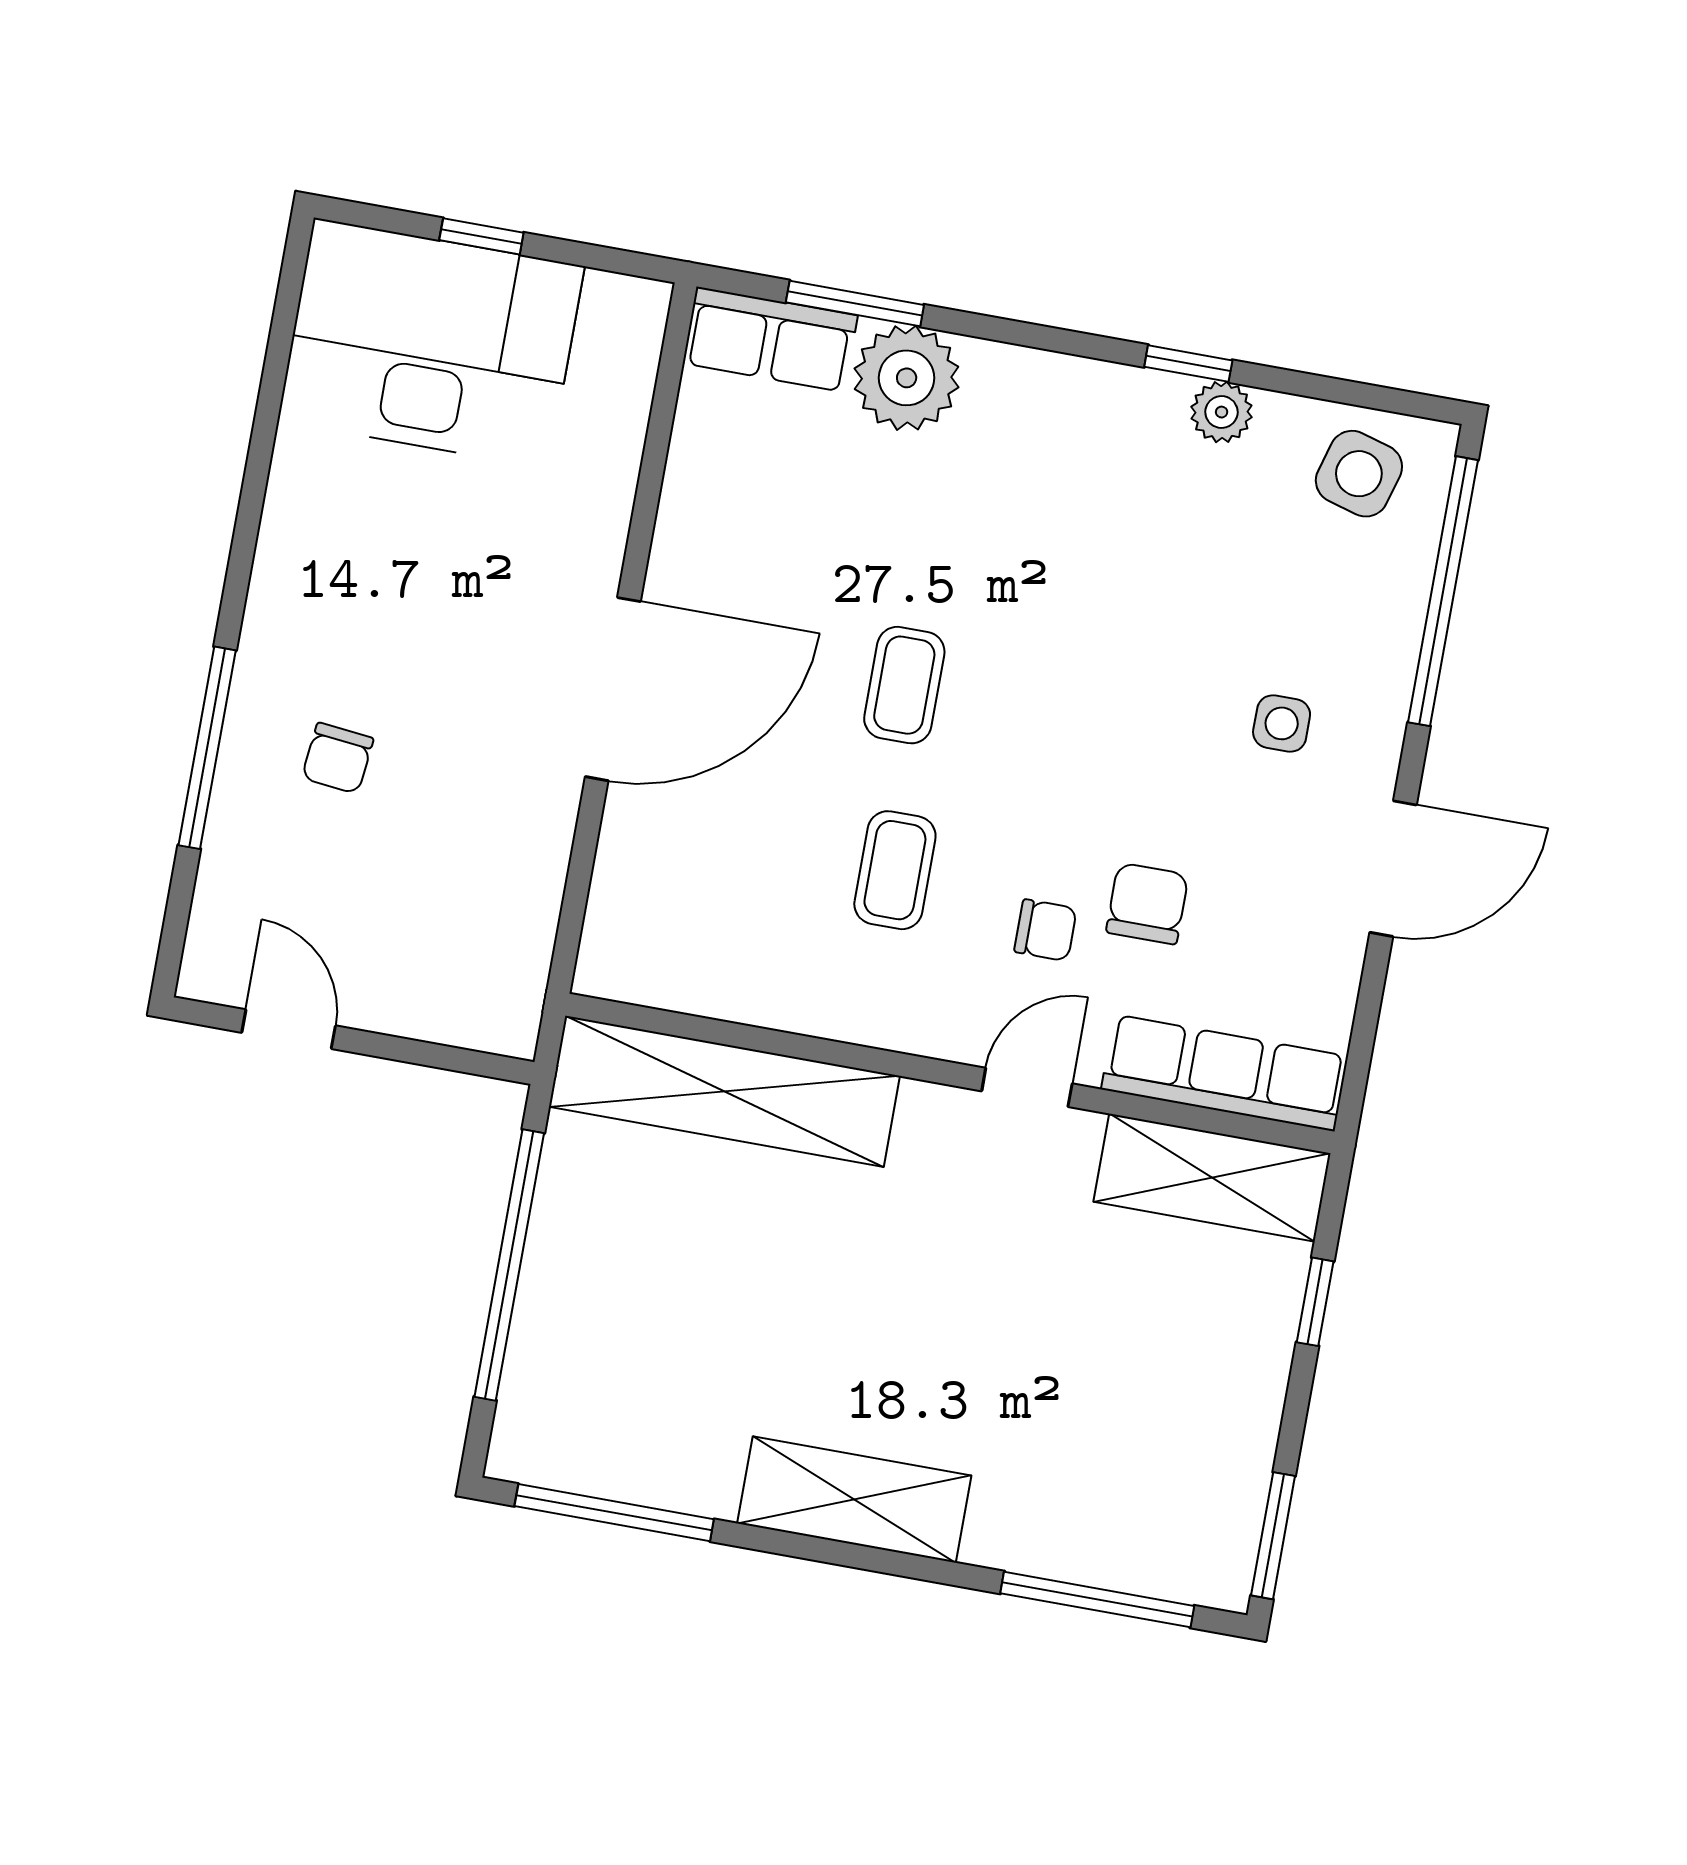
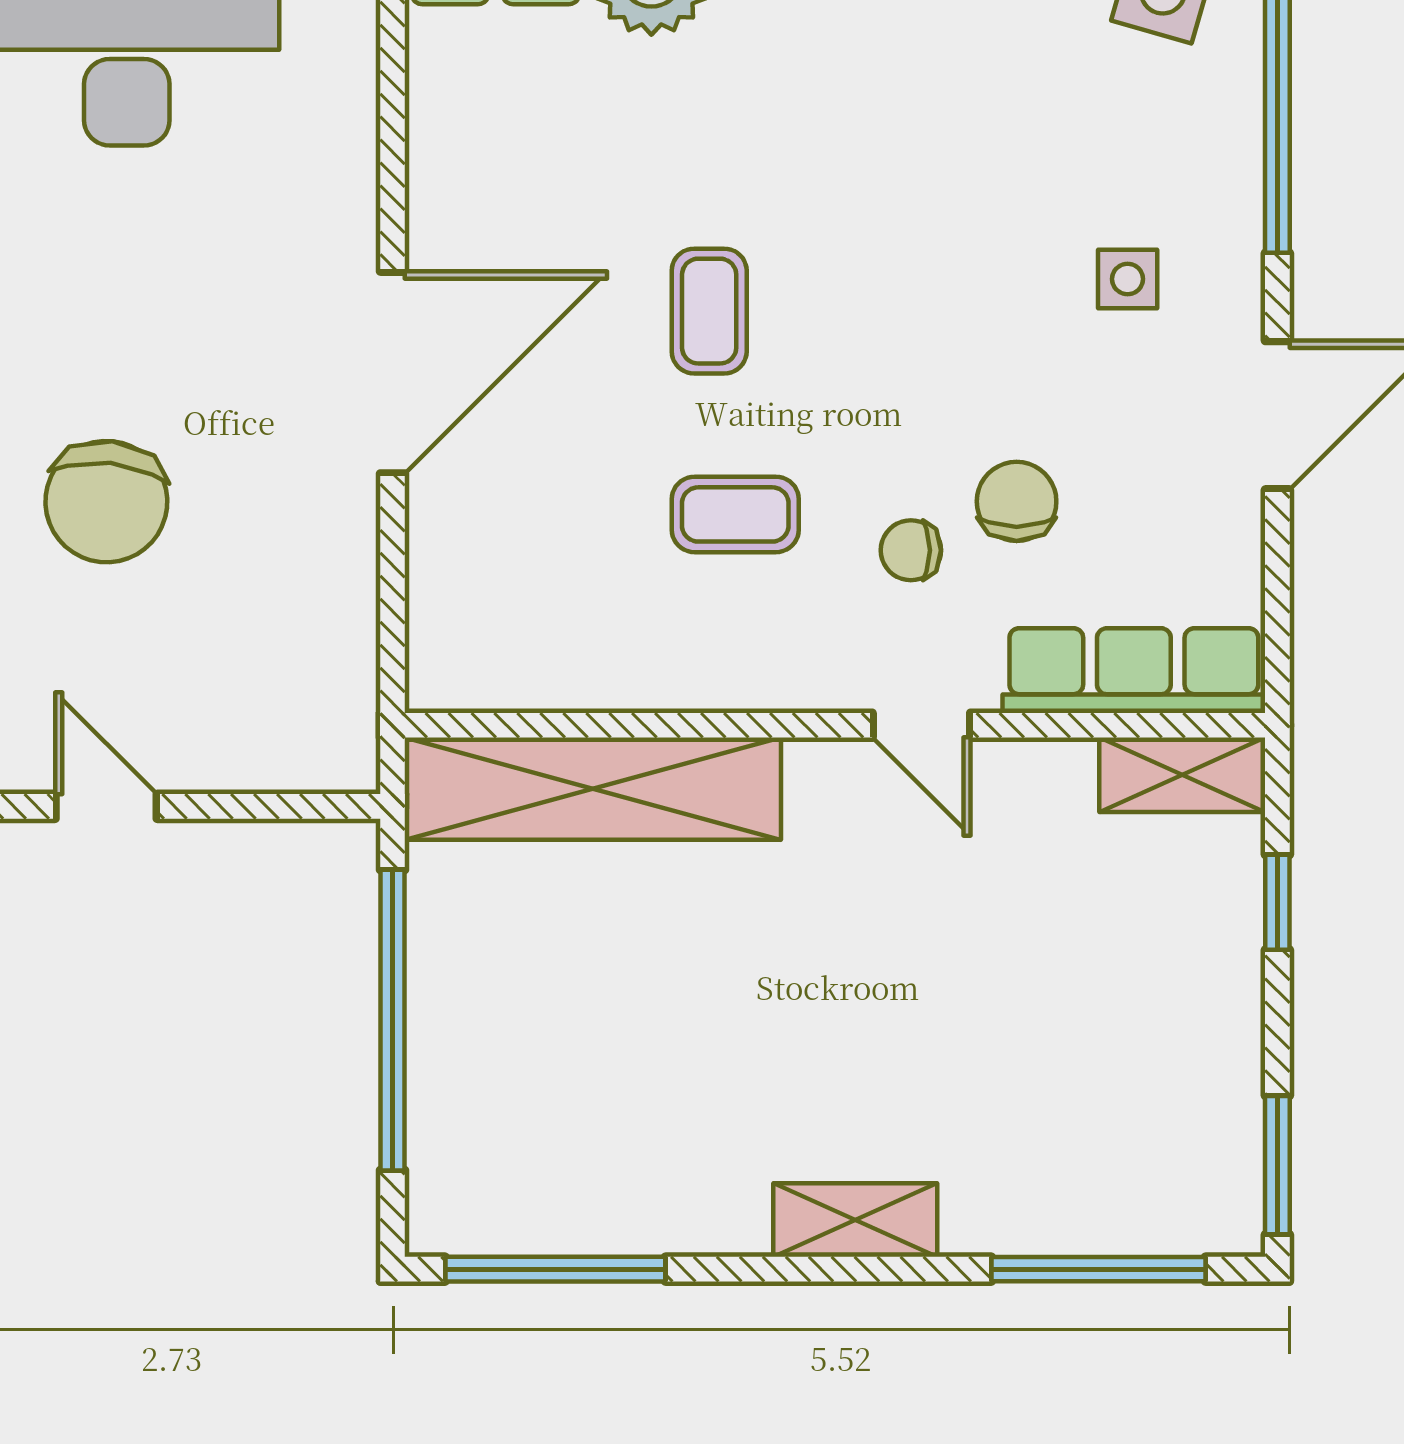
chair: (338, 758) -> (106, 502), width x1.87, depth x1.87
coffee table: (895, 870) -> (735, 514), turned 90
chair: (1045, 930) -> (911, 550), turned 180
door: (1027, 1087) -> (921, 725), swing flipped
shelving: (1212, 1178) -> (1182, 775), width x0.67, depth x0.75
shelving: (854, 1499) -> (855, 1220), width x0.67, depth x0.75

